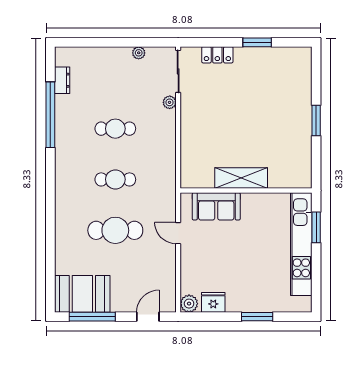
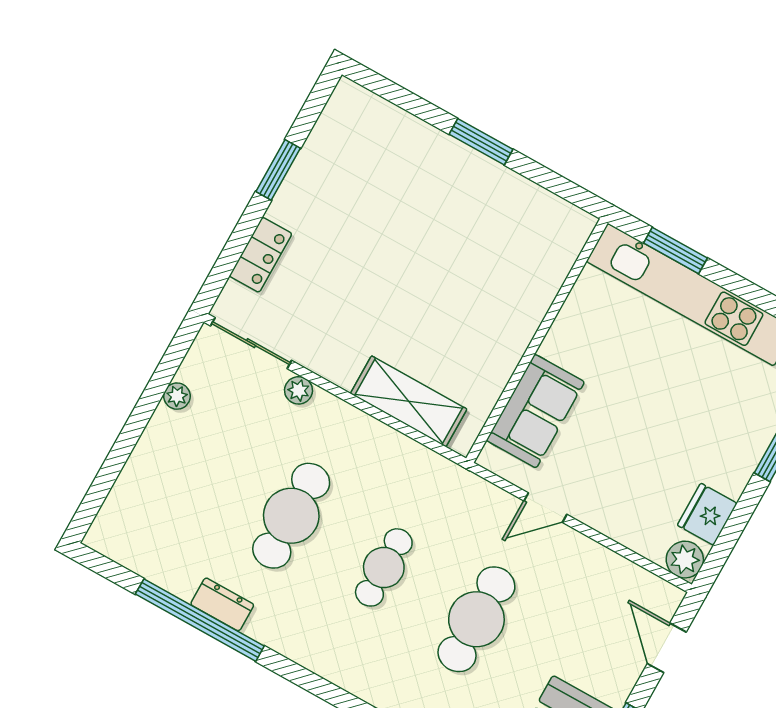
dresser: (62, 80) -> (222, 604), moved
cafe table: (115, 129) -> (291, 516), width x1.37, depth x1.35
shelving: (241, 178) -> (409, 401), moved, turned 90

